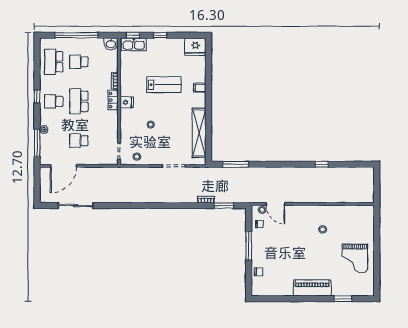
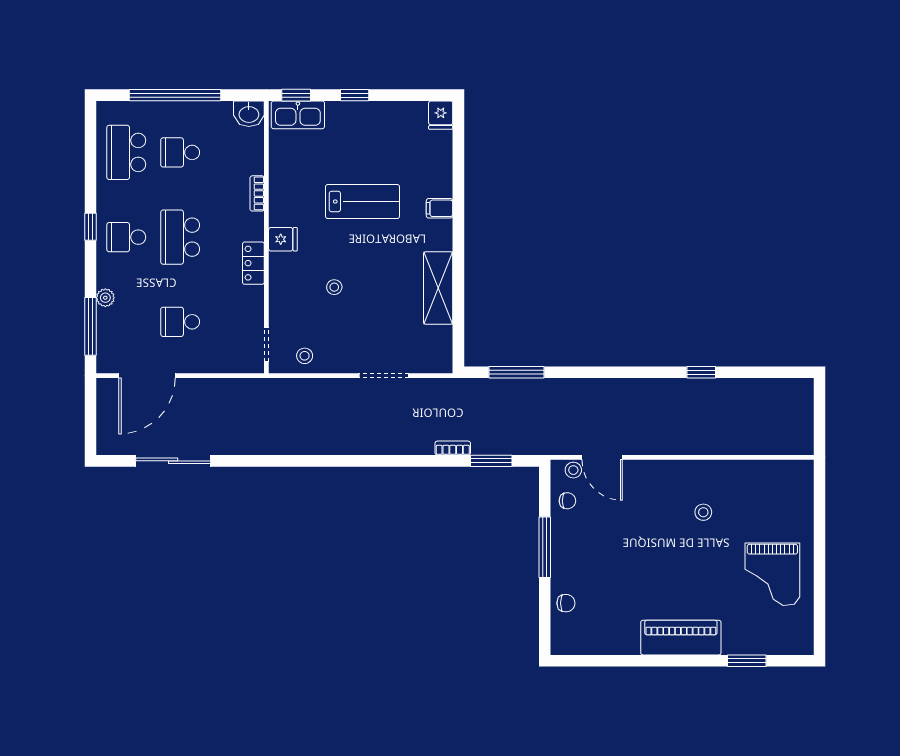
fridge: (195, 47) -> (441, 115), width x0.53, depth x0.75
locker: (113, 100) -> (253, 263), moved
shelving: (199, 133) -> (438, 288), width x0.68

